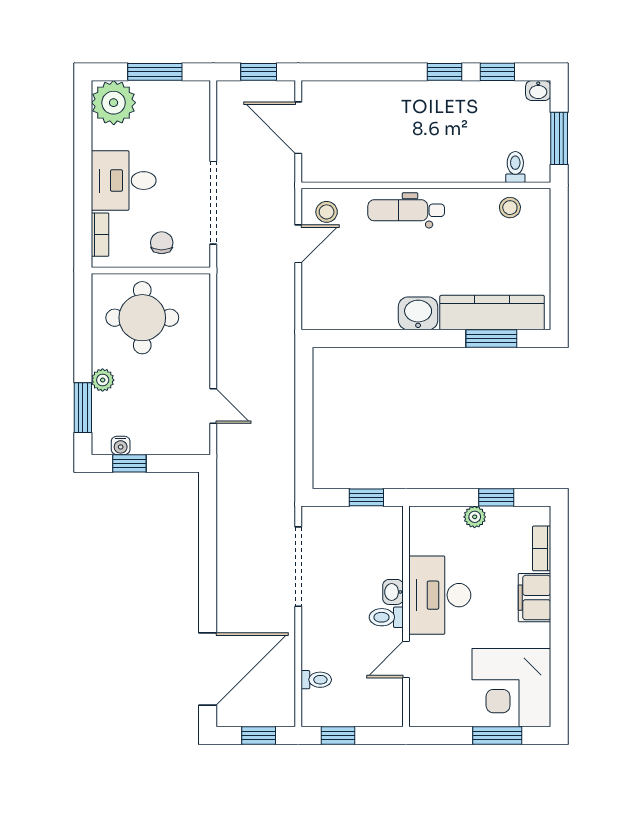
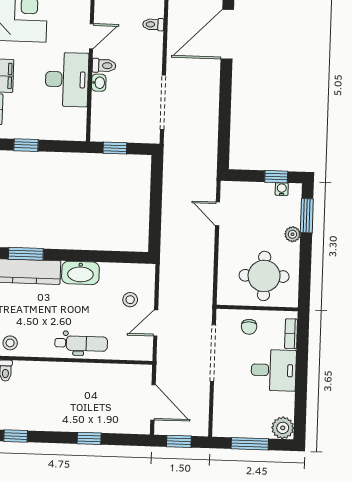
window: (445, 72) -> (89, 438), moved
plant: (114, 103) -> (283, 428), width x0.73, depth x0.73
stool: (327, 212) -> (130, 300), moved
washbasin: (418, 313) -> (80, 273), width x1.38
plant: (475, 517) -> (41, 132), removed

